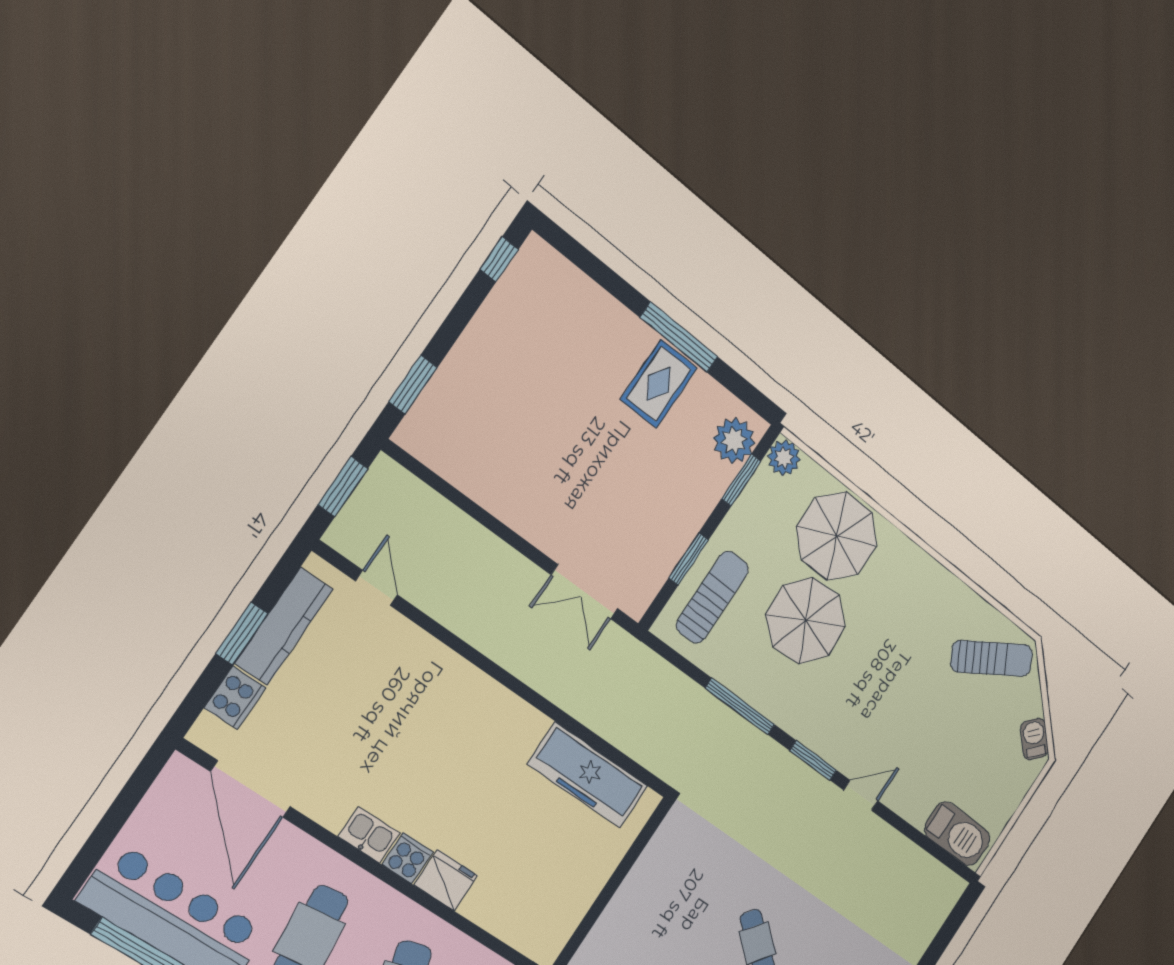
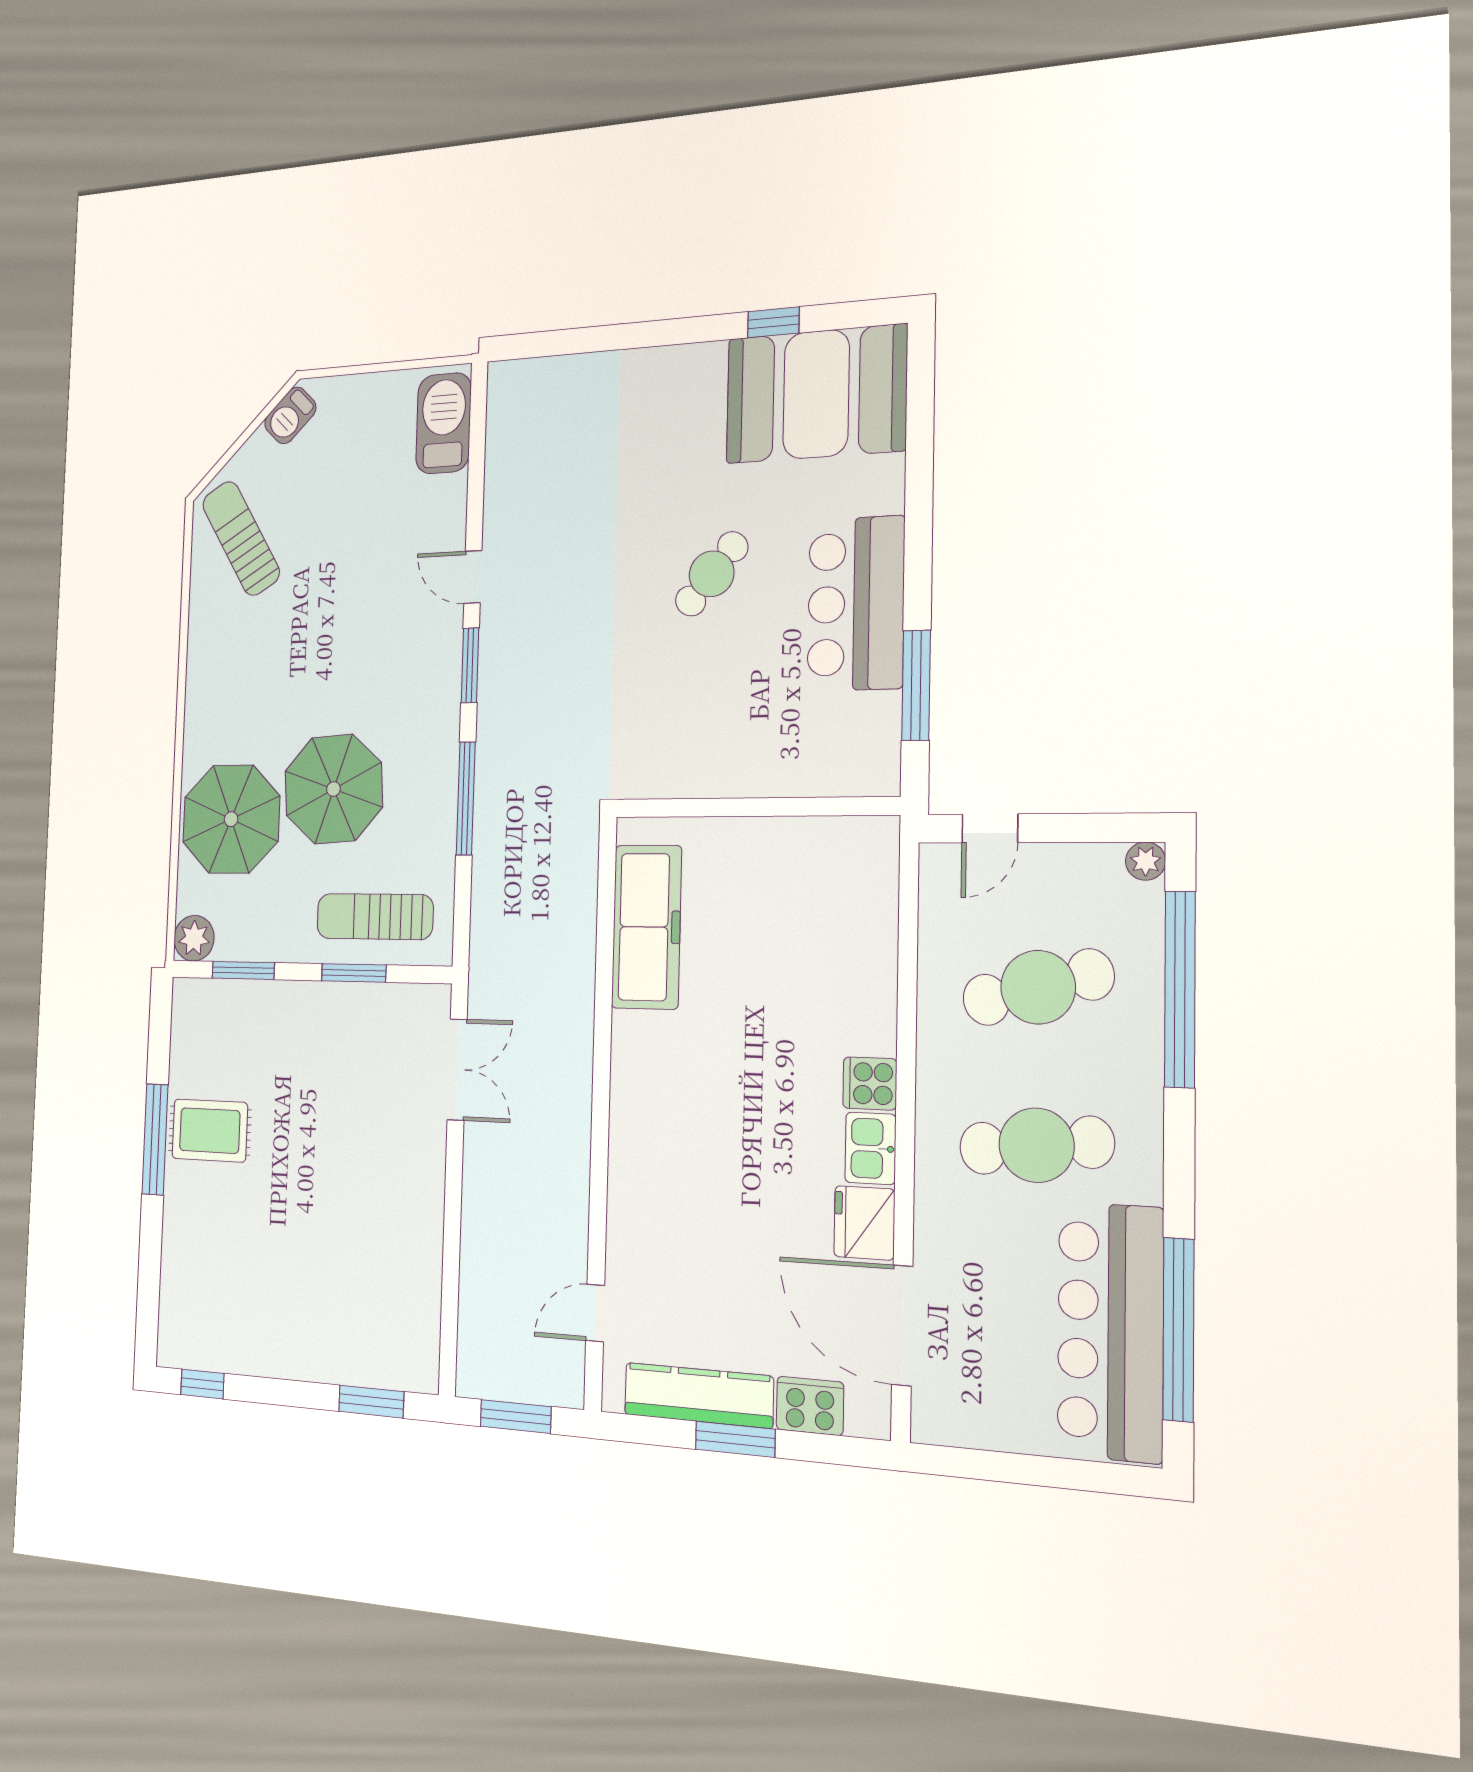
plant: (734, 441) -> (212, 1007), removed
door: (251, 789) -> (902, 1325), swing flipped
fridge: (446, 880) -> (864, 1223), moved

